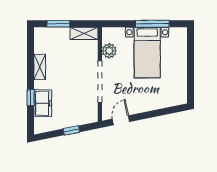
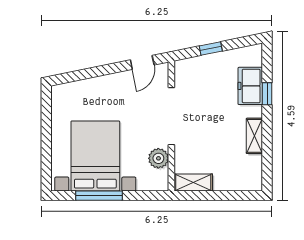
window: (58, 24) -> (229, 196), removed
bed with nightstands: (147, 53) -> (95, 156), width x1.36

